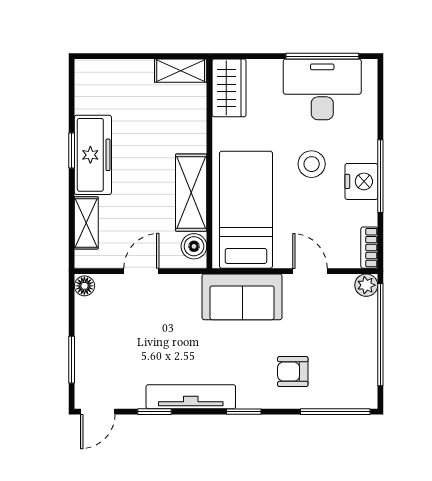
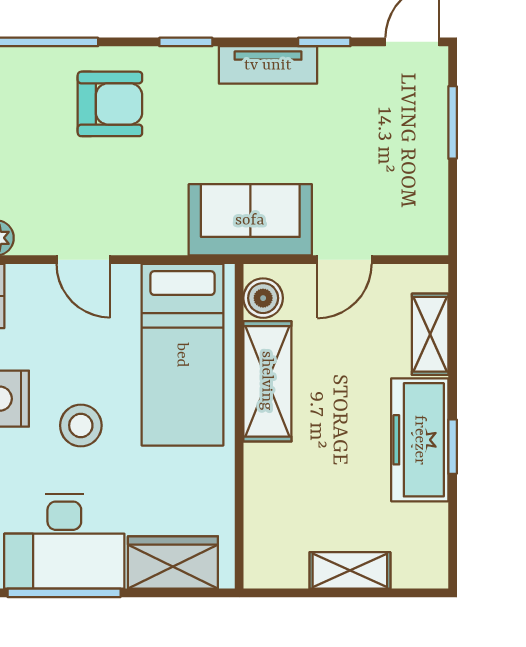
shelving: (181, 71) -> (350, 570), moved
wardrobe: (229, 88) -> (173, 562), moved, turned 90
floor lamp: (84, 286) -> (433, 237), removed
sofa: (242, 297) -> (250, 220), moved
armchair: (293, 372) -> (110, 104), width x1.38, depth x1.38
tv unit: (191, 397) -> (268, 65), width x0.71

